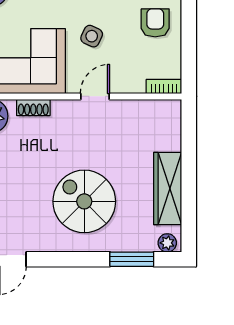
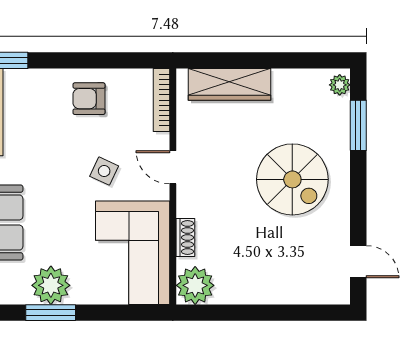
bookcase: (164, 86) -> (161, 100), width x1.56
wardrobe: (168, 189) -> (230, 84), moved
spiral stairs: (84, 201) -> (292, 179), turned -90

